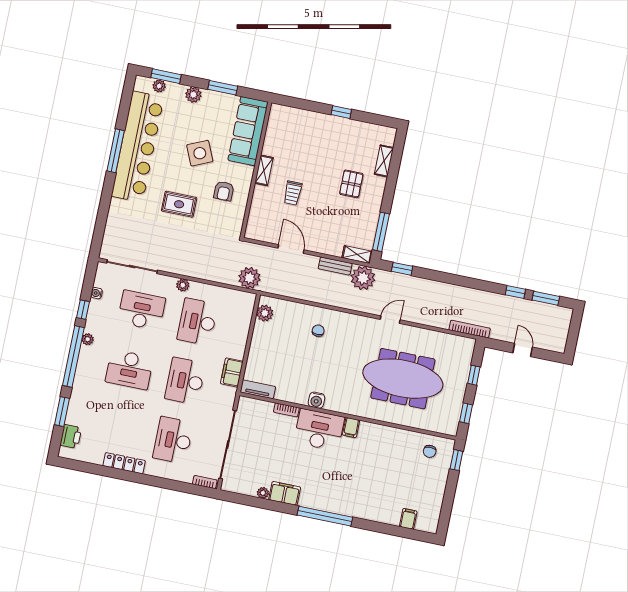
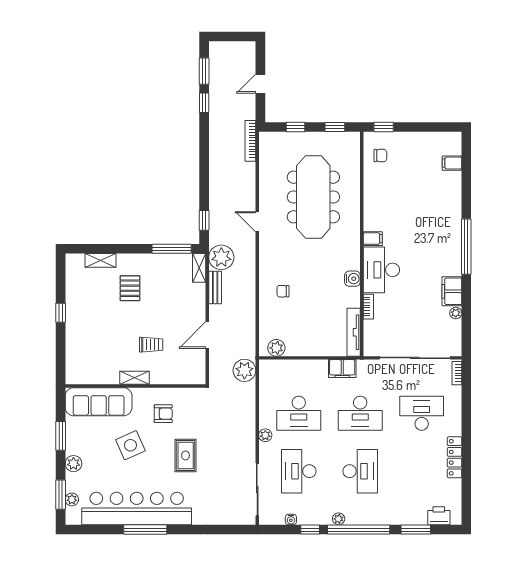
pallet: (351, 184) -> (130, 288), turned 90
tv unit: (258, 389) -> (354, 332), width x1.41
desk: (173, 440) -> (422, 413), turned 180

